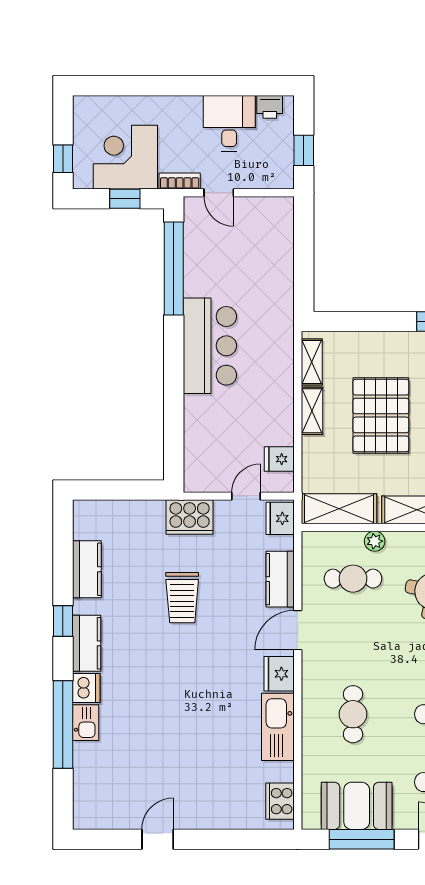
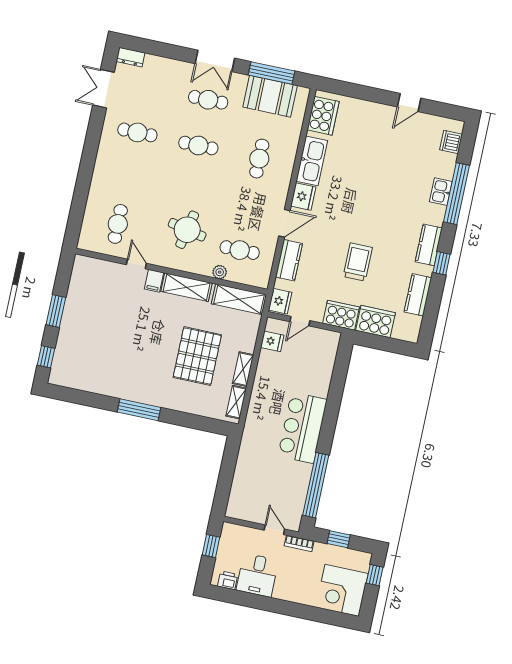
corner desk: (125, 157) -> (342, 590), moved, turned 90
cooker: (139, 519) -> (376, 322), added
dishwasher: (86, 688) -> (451, 142), moved
cooker: (280, 801) -> (323, 116), width x1.37, depth x1.31

